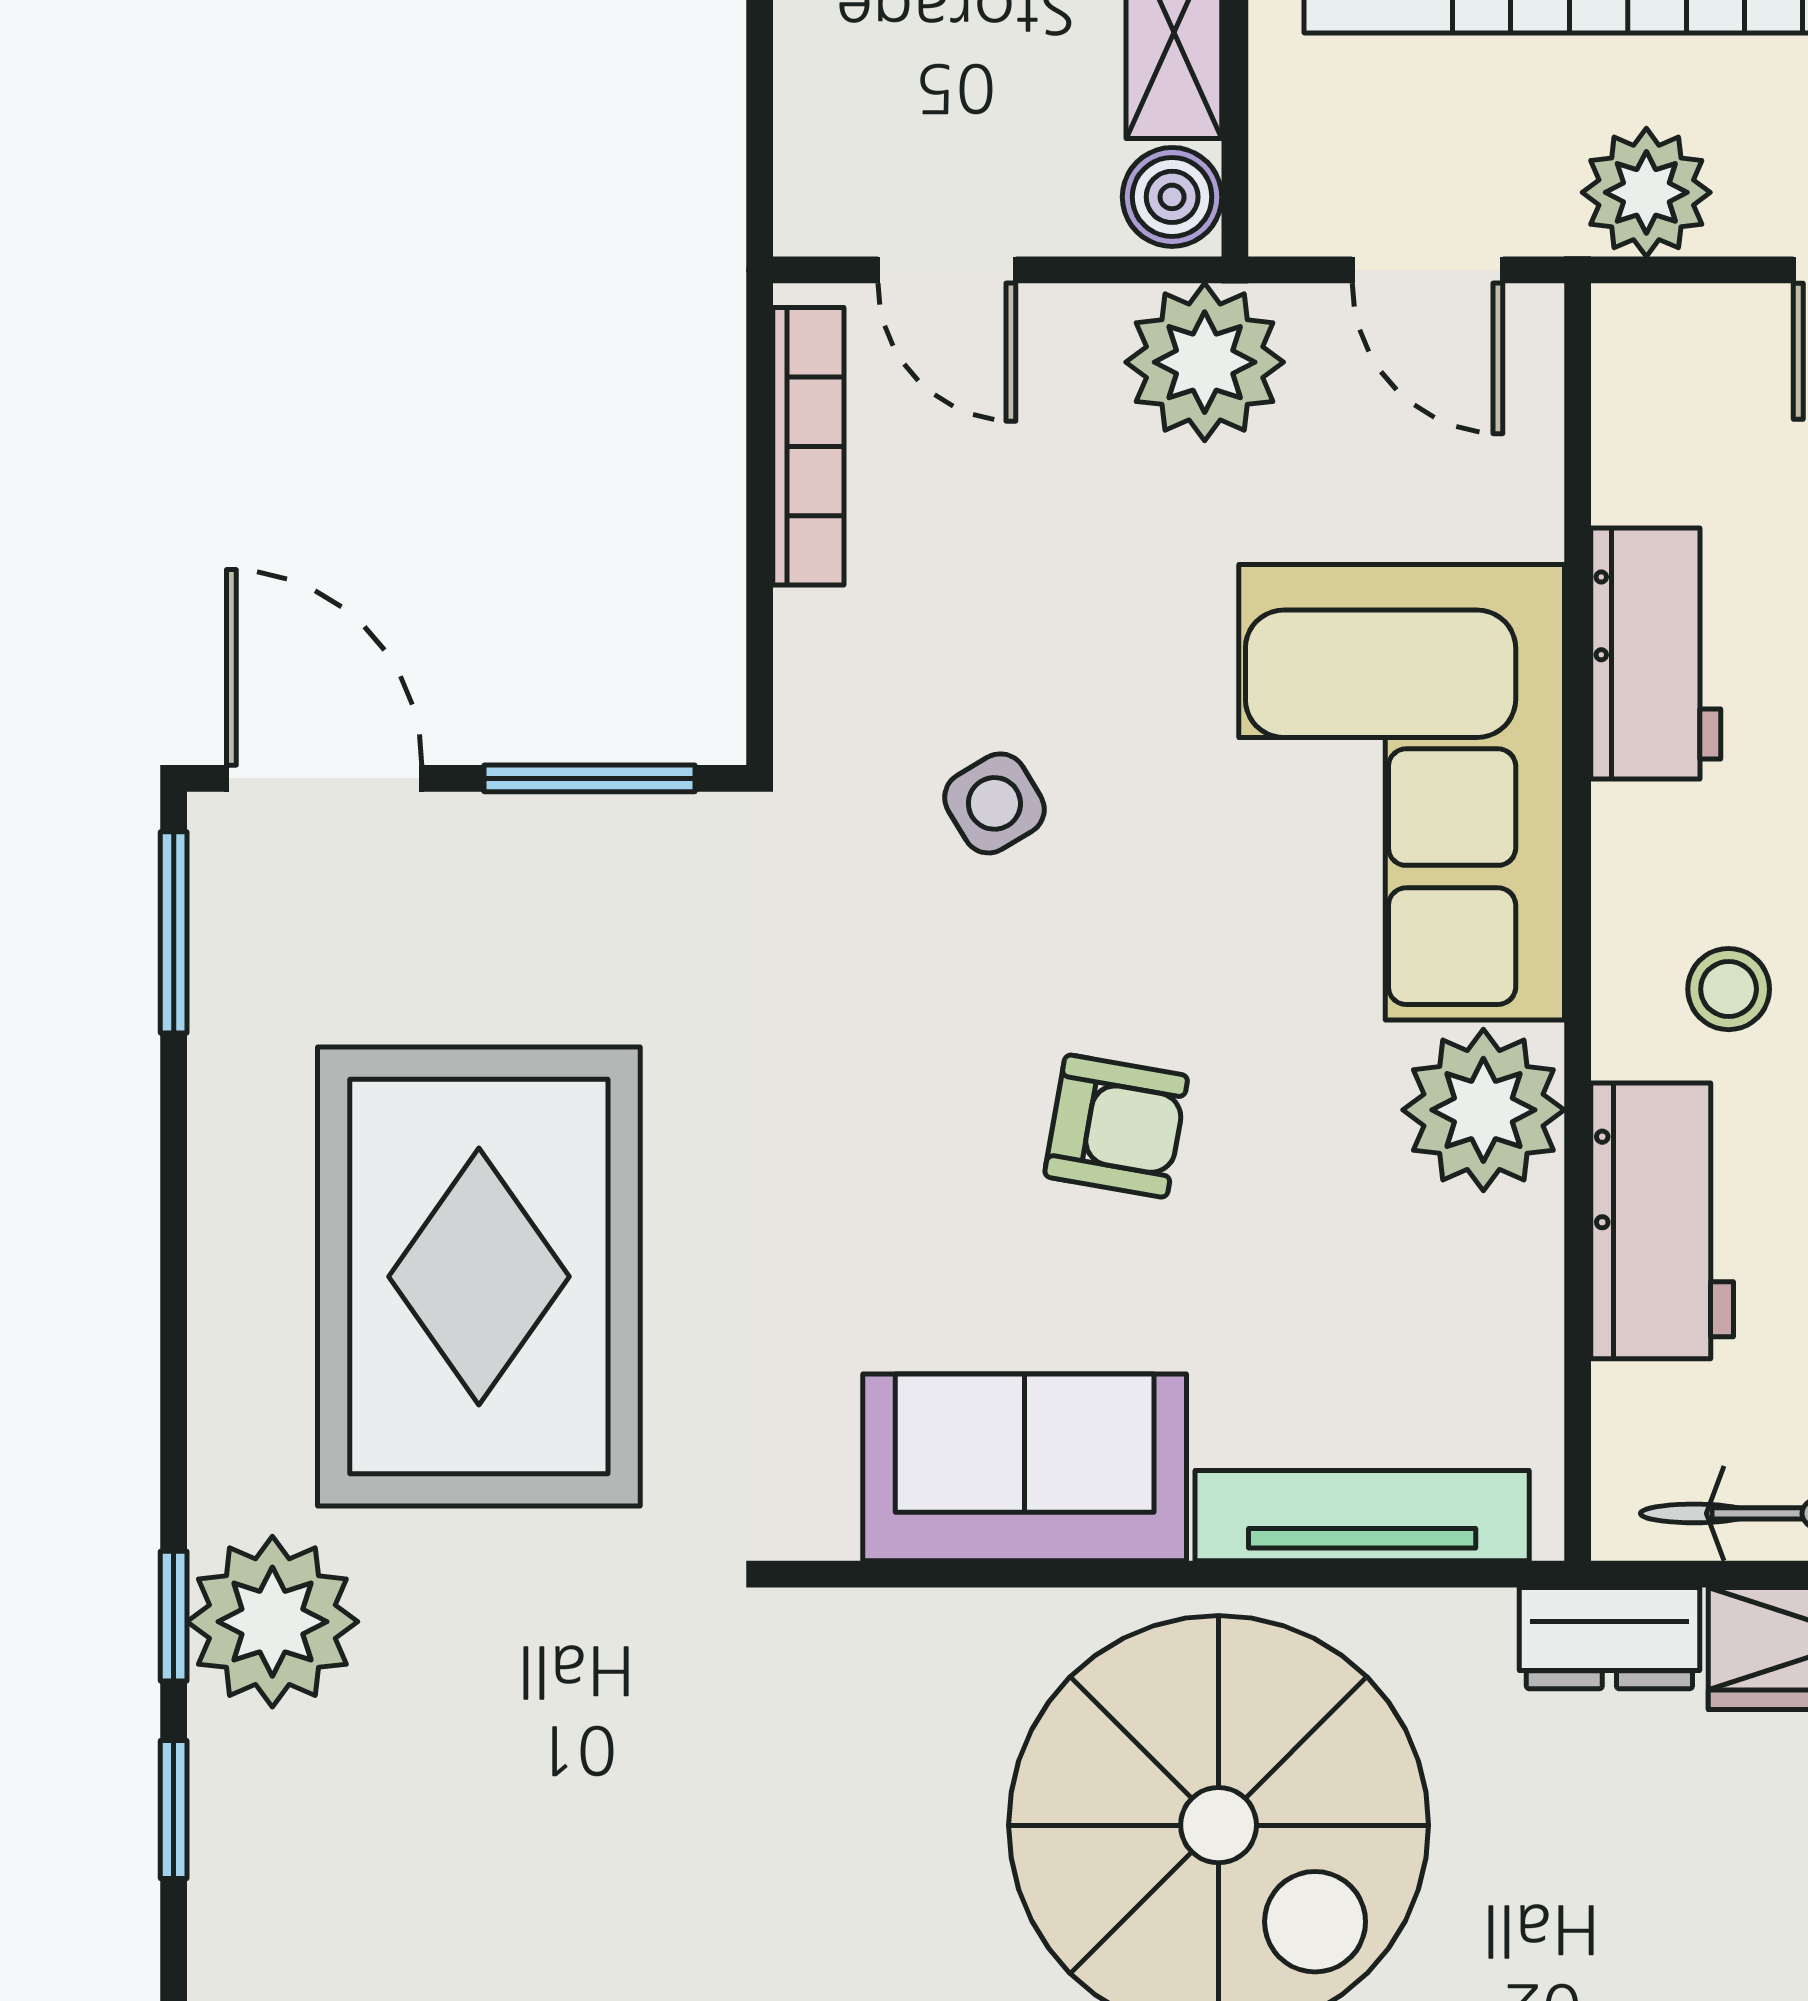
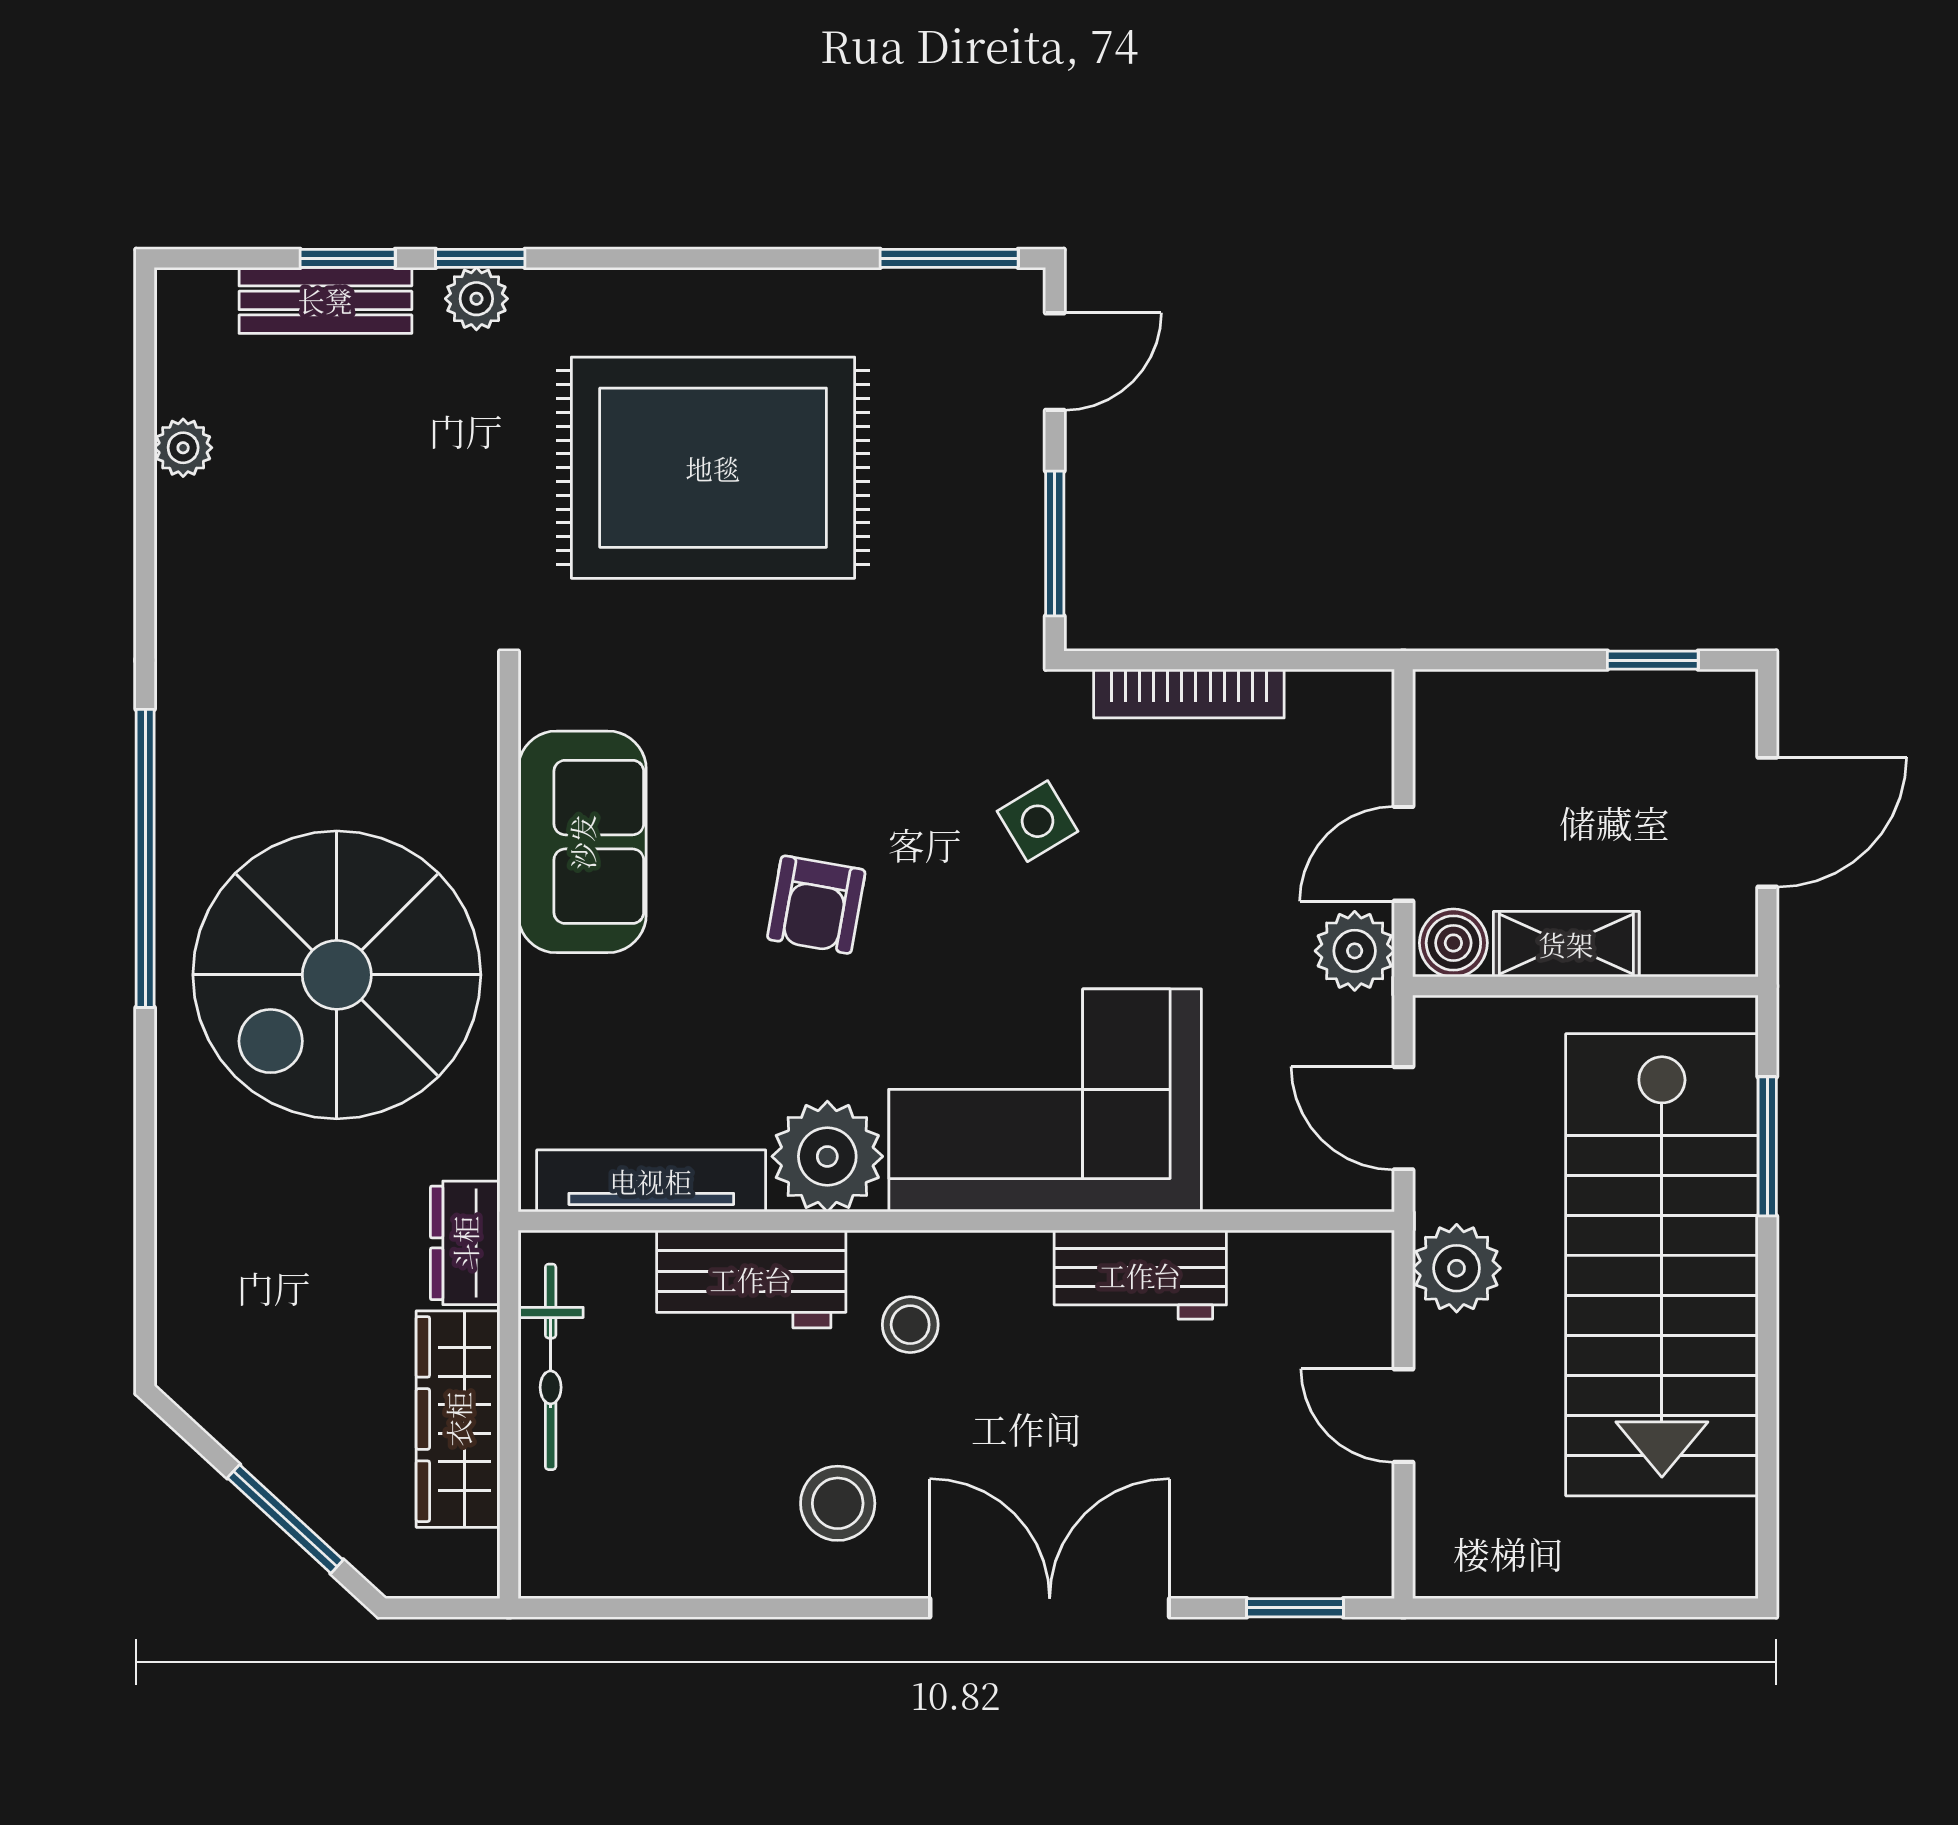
door: (947, 270) -> (1403, 854), moved
door: (1428, 270) -> (1403, 1118), hinge flipped
plant: (1205, 362) -> (1355, 951), width x0.73, depth x0.73
bookcase: (808, 446) -> (1189, 694), moved
door: (324, 778) -> (1055, 362), width x0.73
tv unit: (1362, 1516) -> (651, 1181), moved, turned -90
plant: (272, 1622) -> (476, 299), width x0.53, depth x0.53
bench: (235, 1842) -> (325, 300), added

